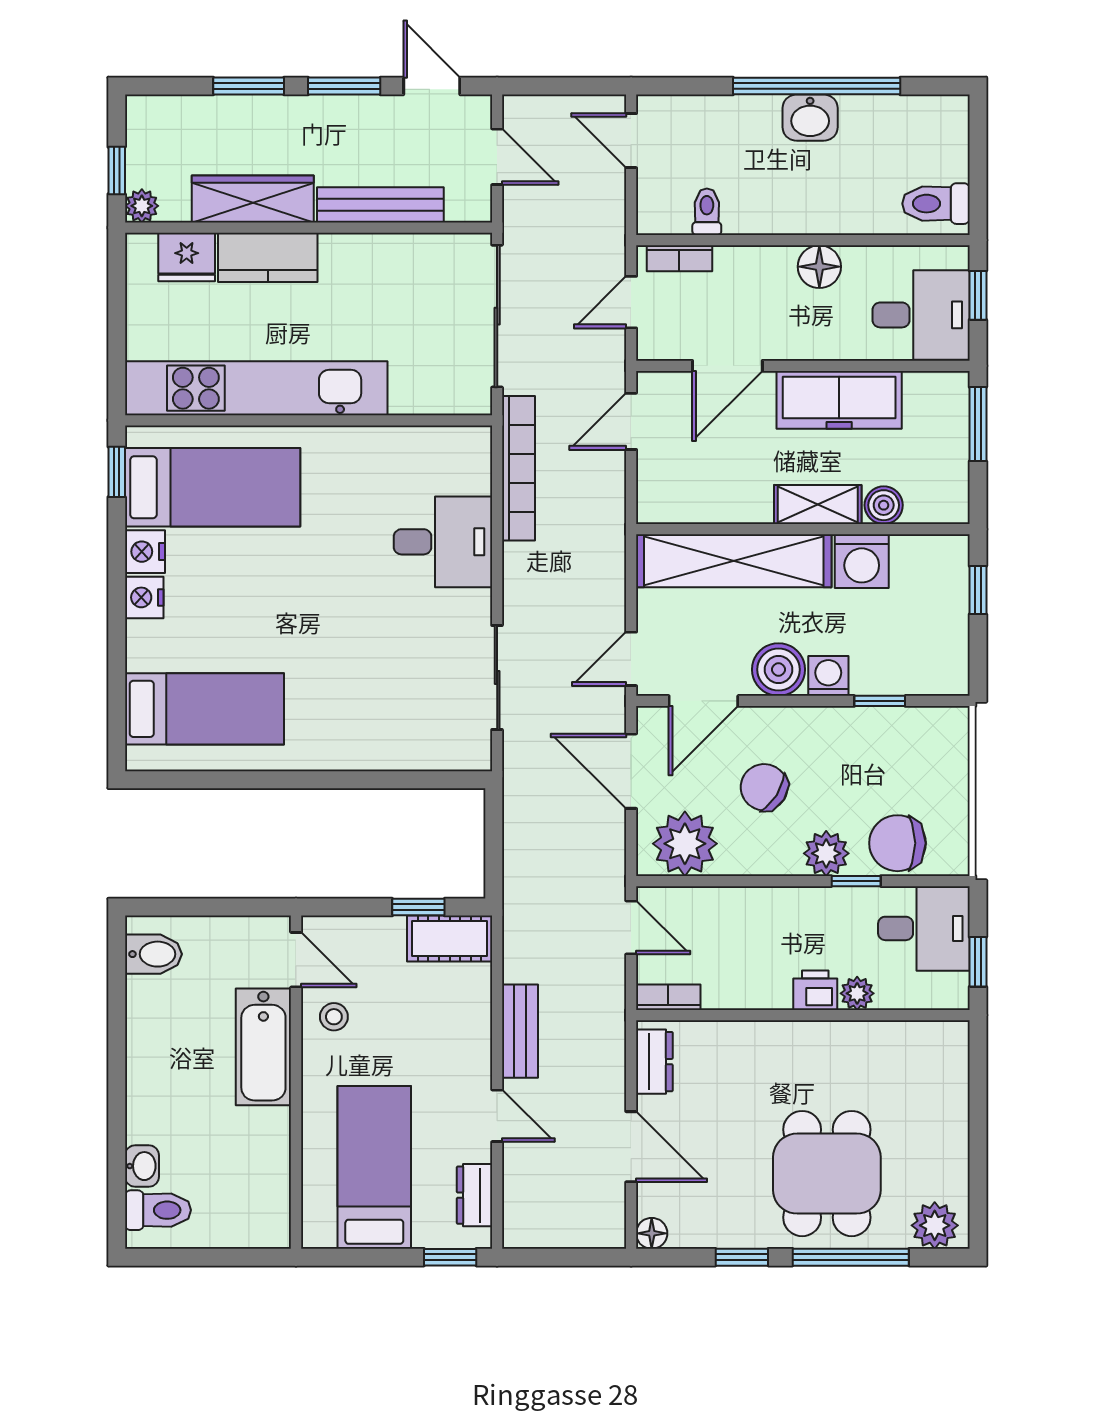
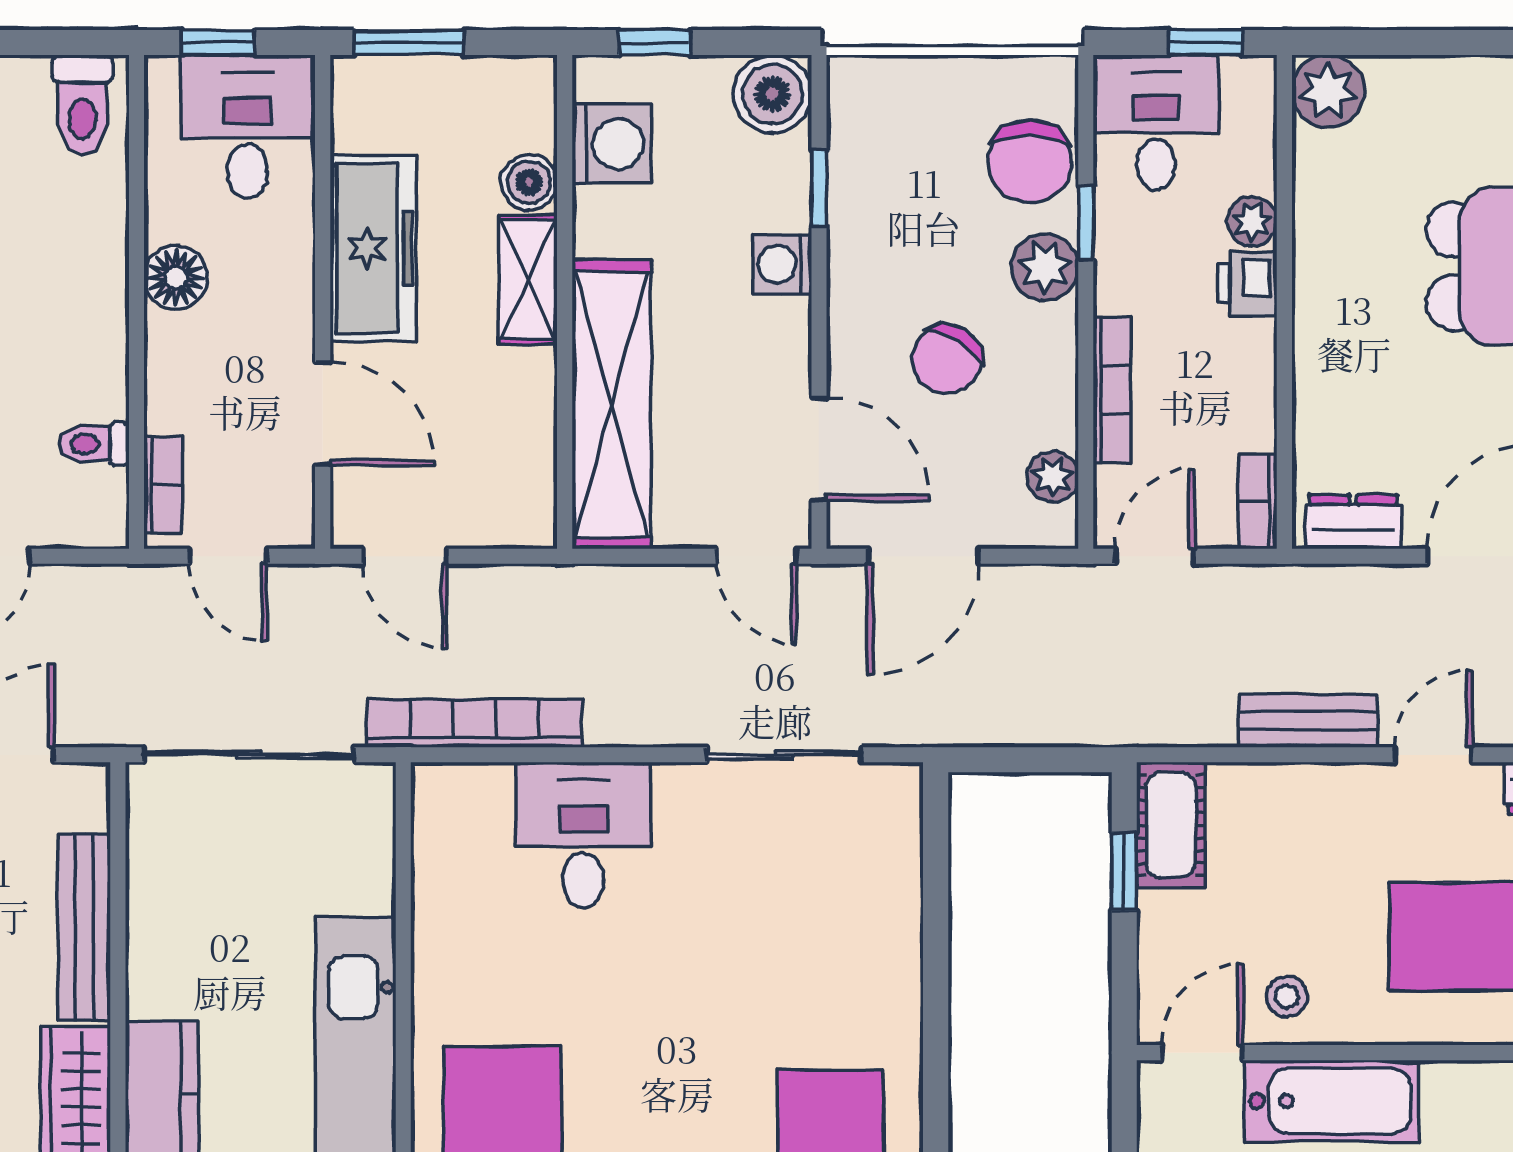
washing machine: (862, 561) -> (612, 144), moved
boiler: (778, 670) -> (772, 94), moved
plant: (685, 844) -> (1053, 477), width x0.53, depth x0.53
bookcase: (743, 899) -> (1112, 390), added
plant: (945, 1045) -> (1328, 91), added

